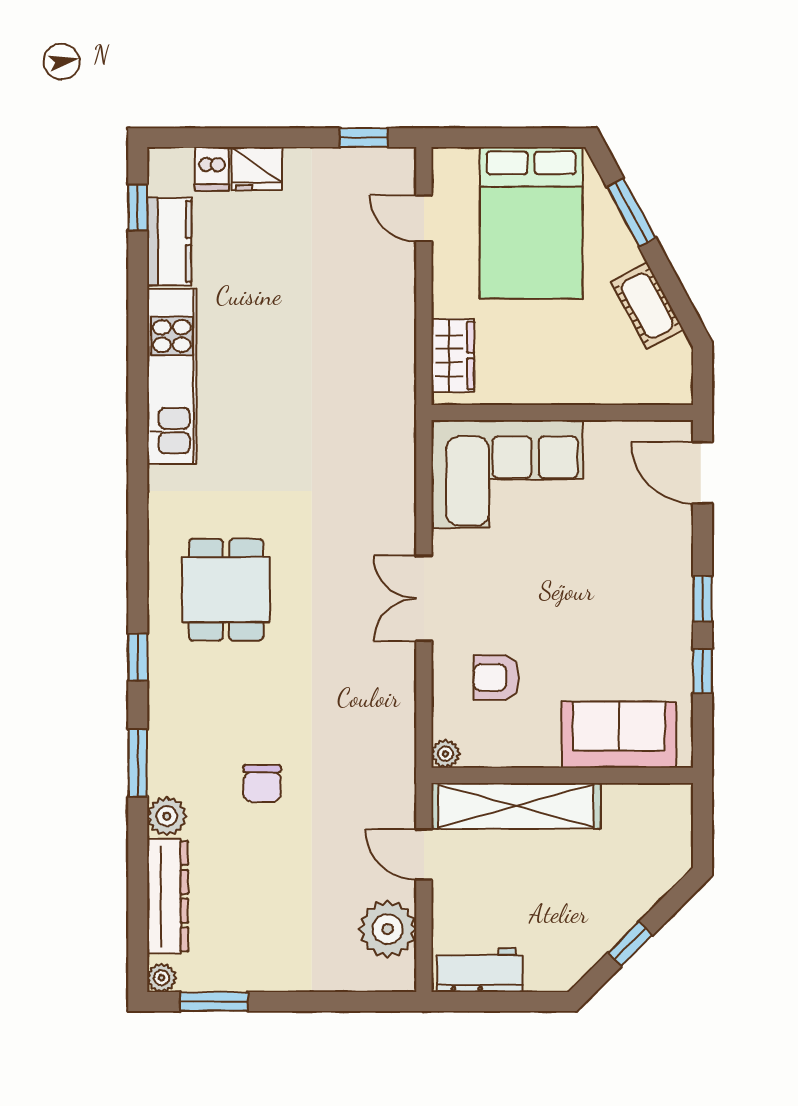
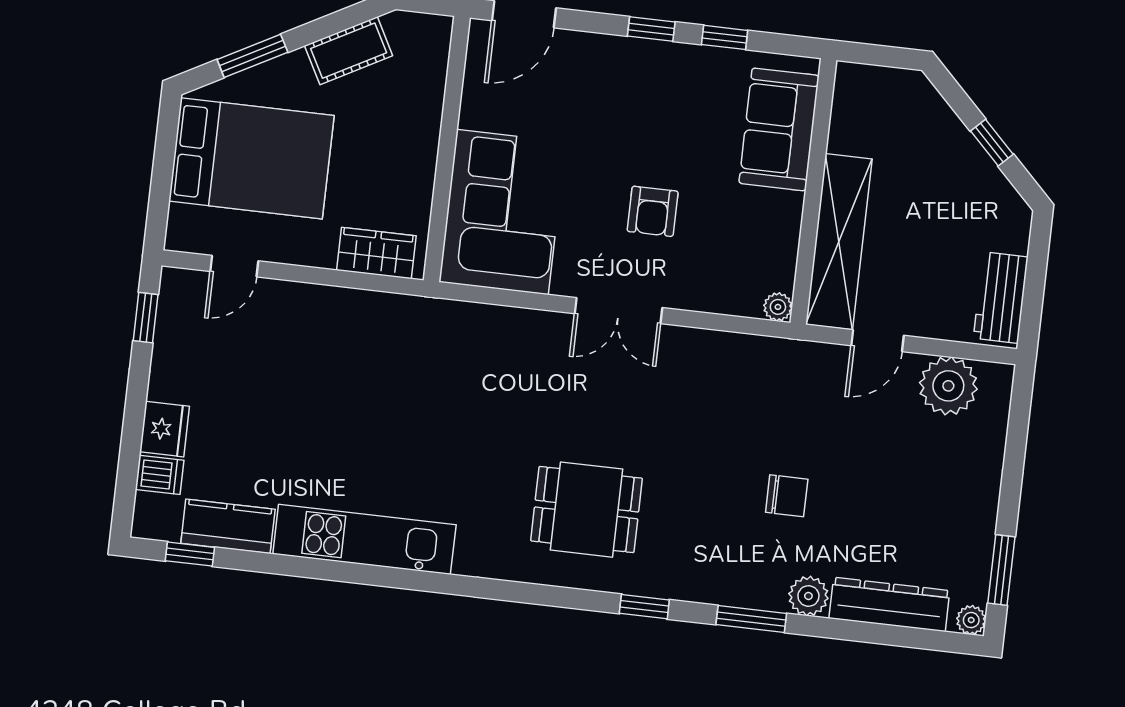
armchair: (496, 677) -> (653, 211), moved

